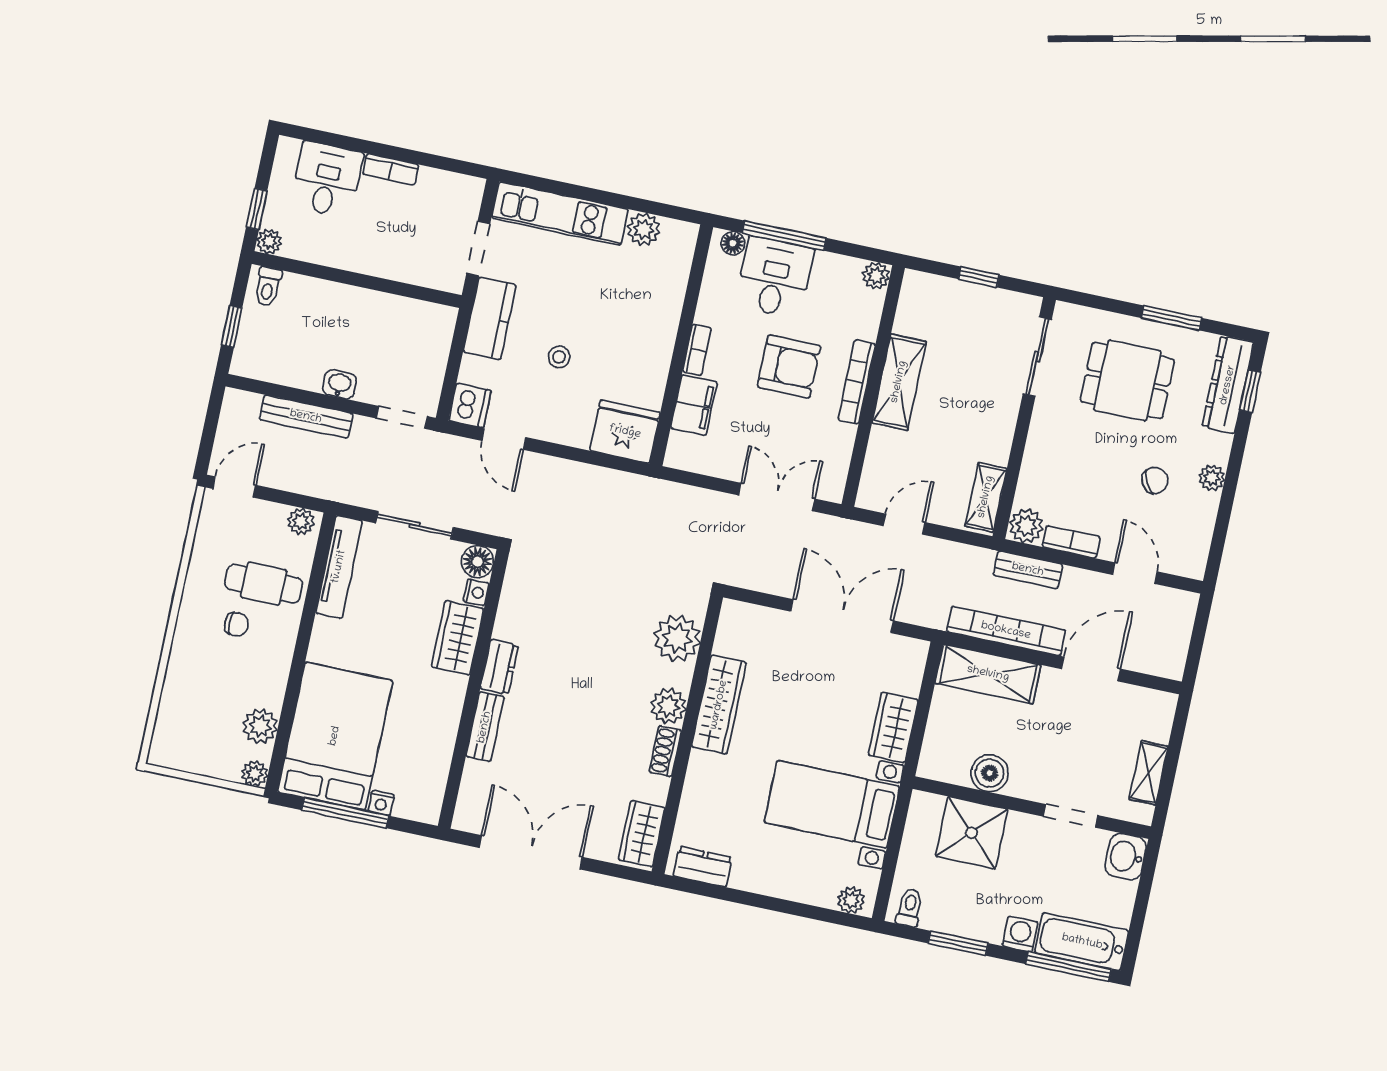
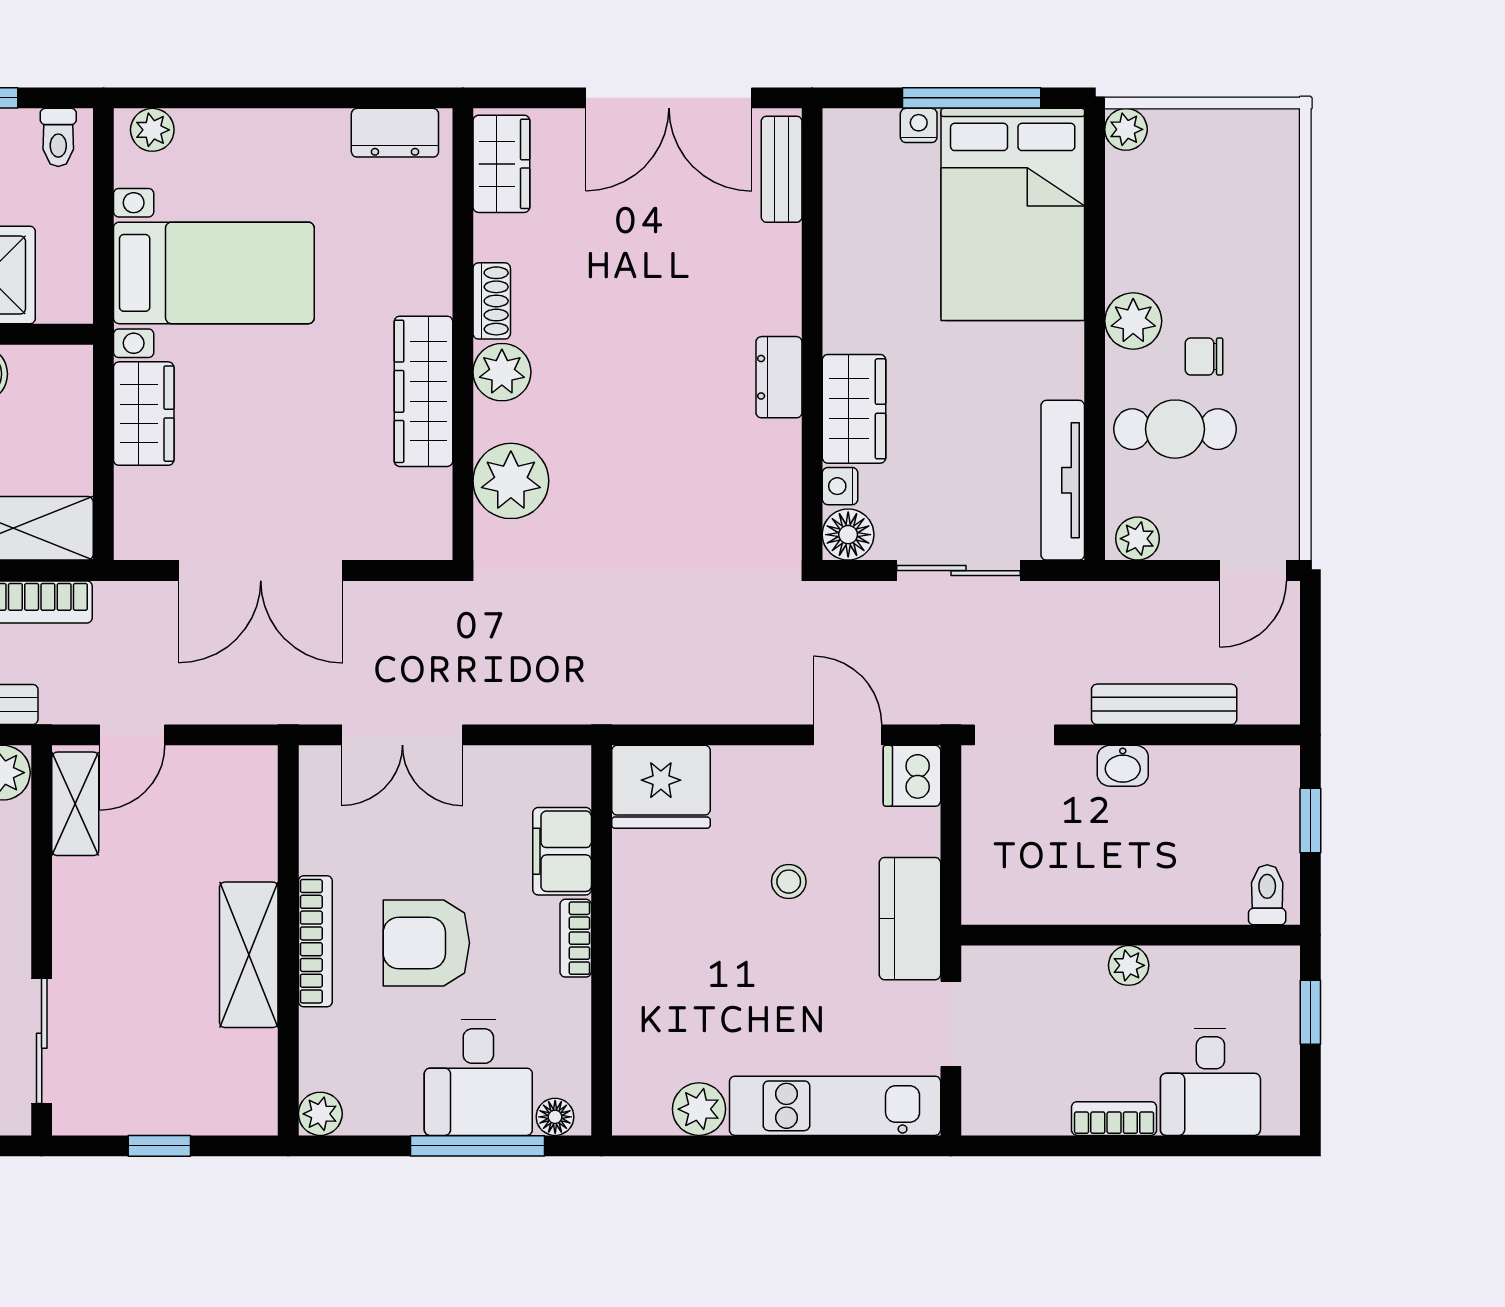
plant: (269, 242) -> (1129, 965), moved
door: (904, 524) -> (132, 735), moved
plant: (260, 726) -> (1133, 321), moved
bench: (485, 727) -> (782, 169), moved

